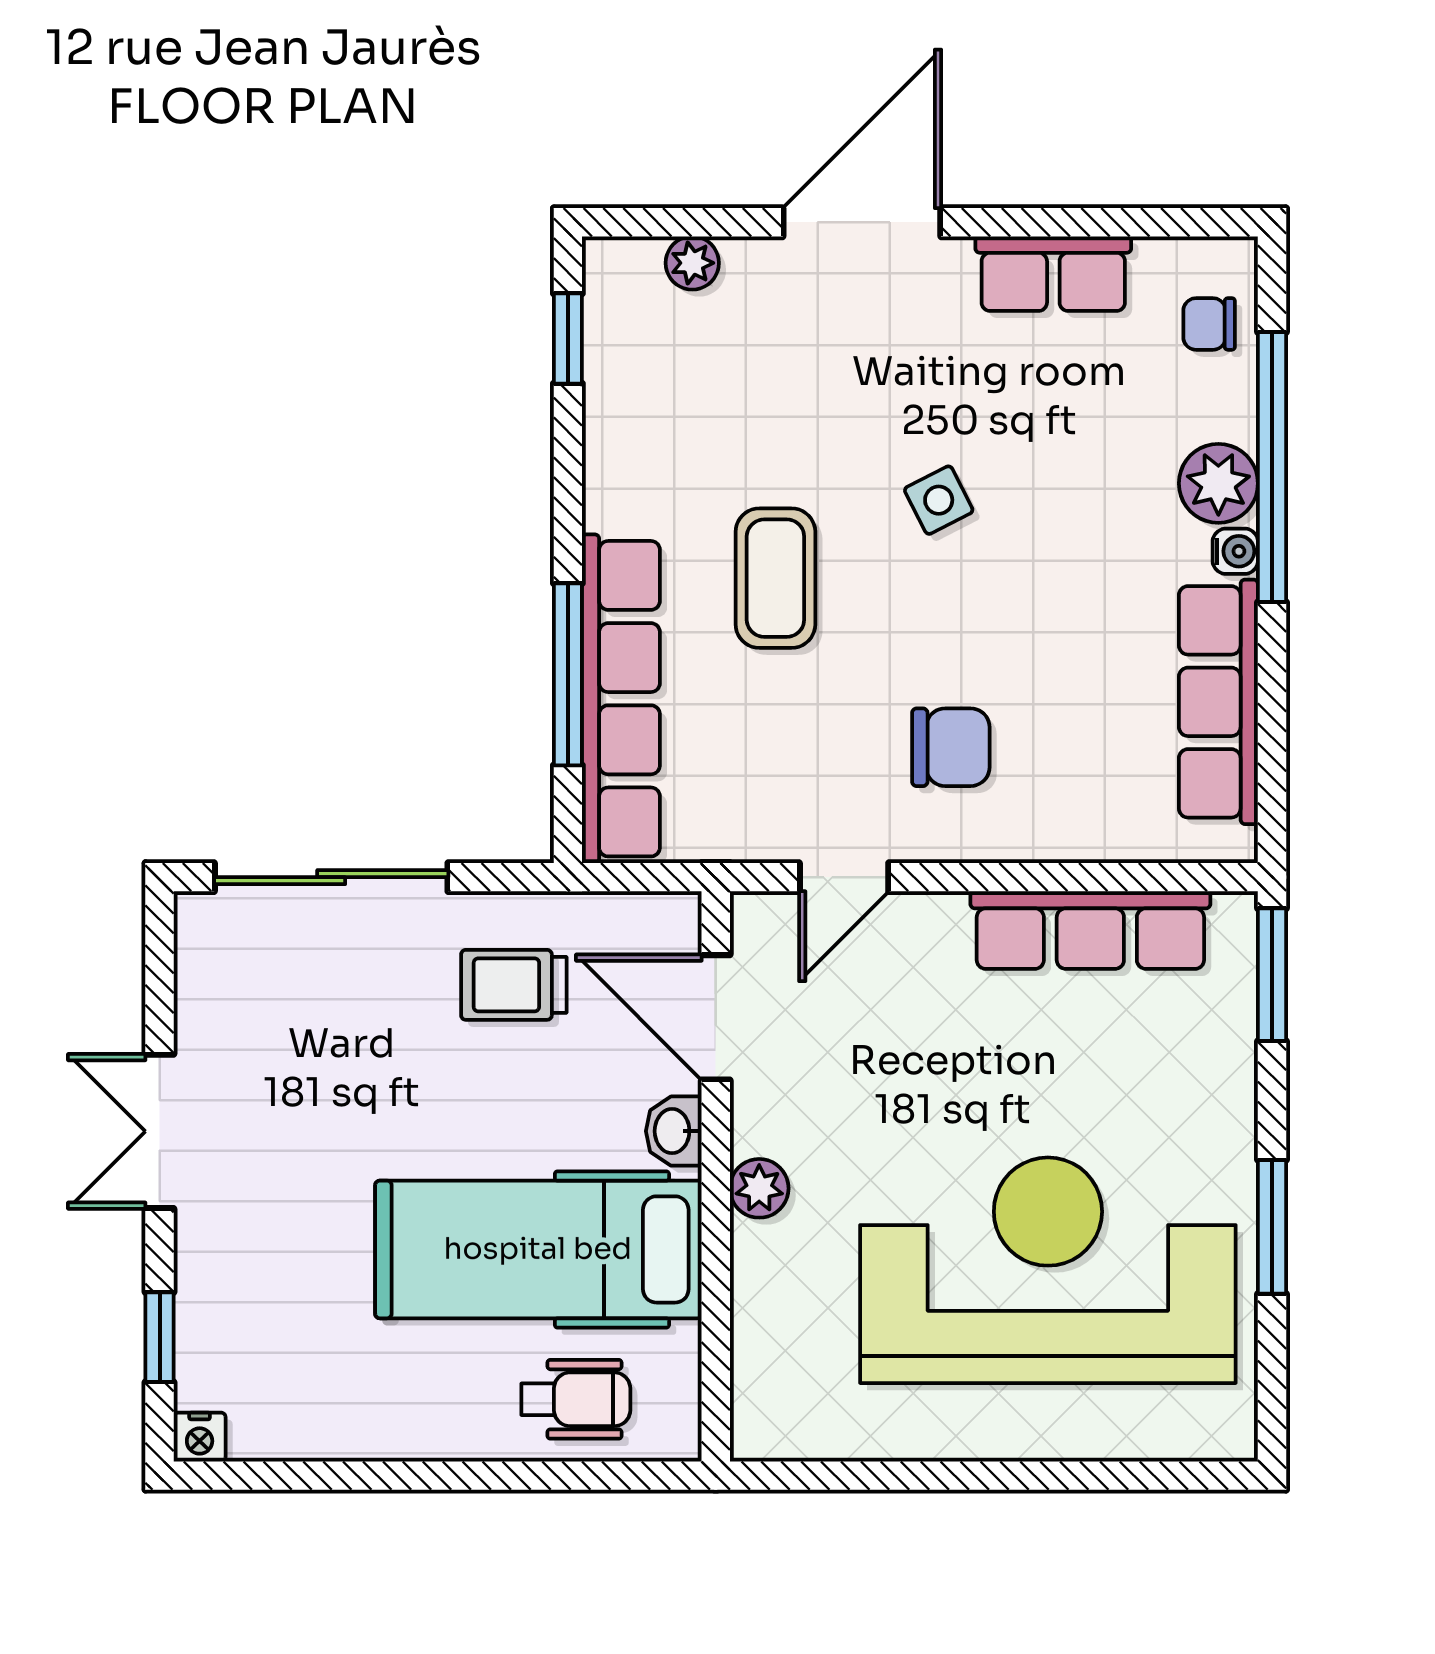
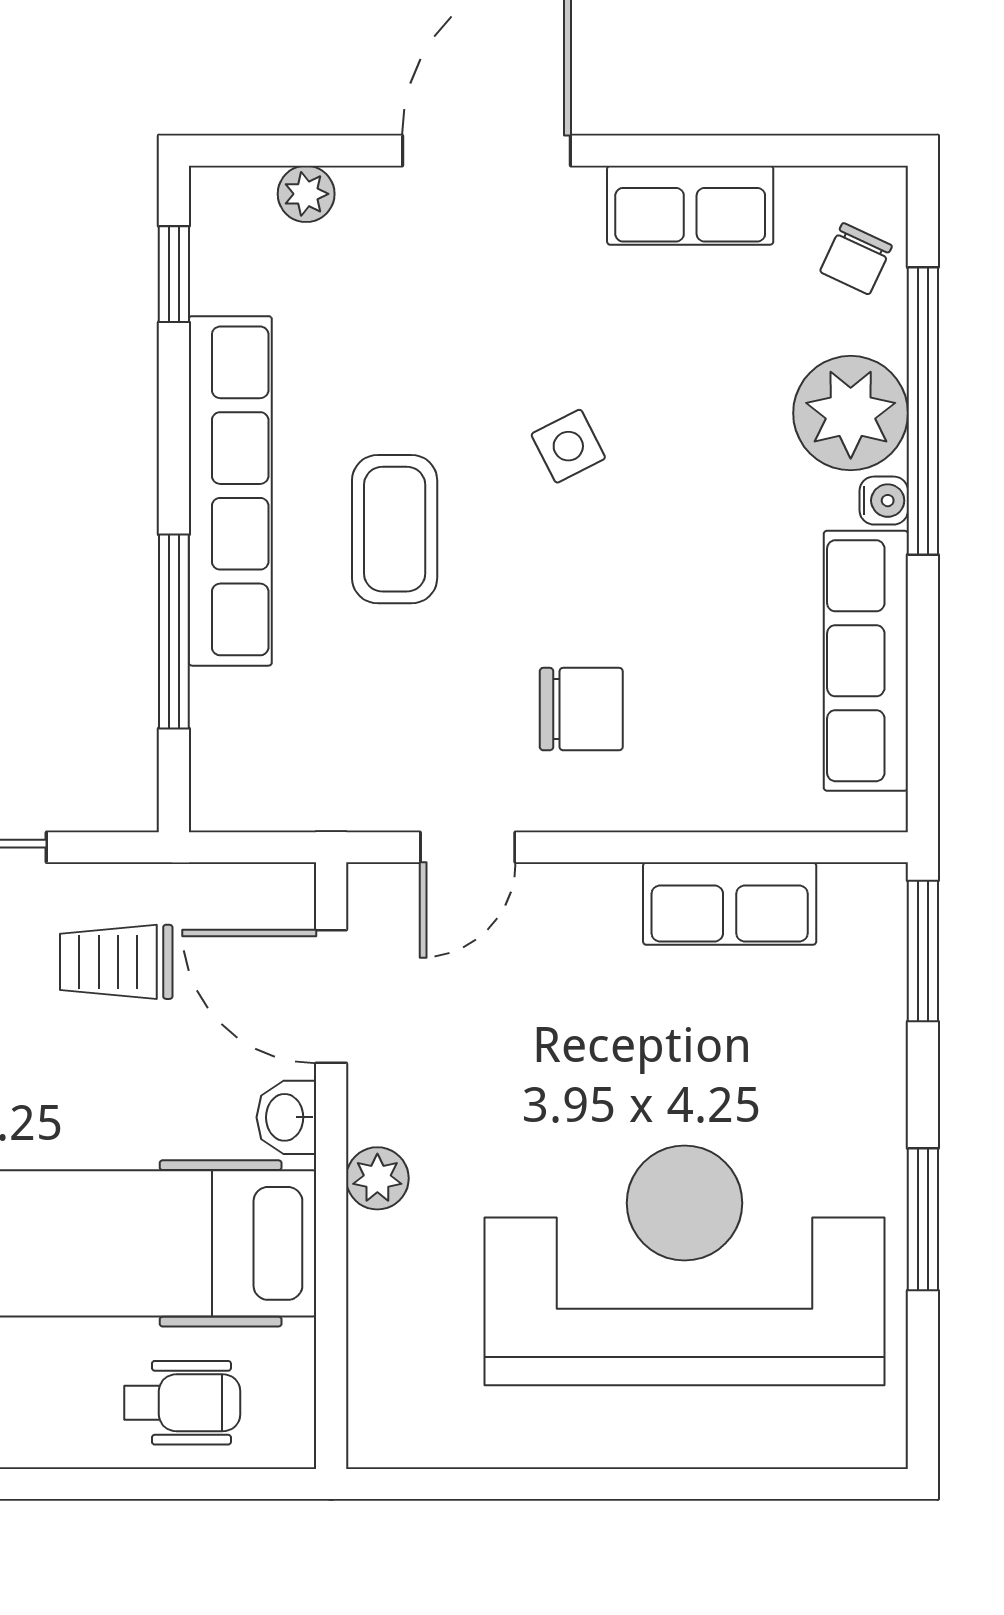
chair: (1209, 324) -> (856, 259), turned -65
plant: (1218, 483) -> (851, 413), width x1.36, depth x1.36
row of seats: (621, 699) -> (230, 491), moved
row of seats: (1090, 930) -> (730, 904), width x0.68

